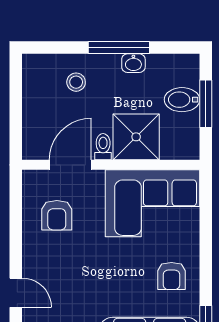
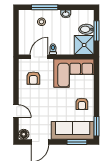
window: (119, 48) -> (45, 7), moved
shower: (136, 137) -> (84, 45), moved

